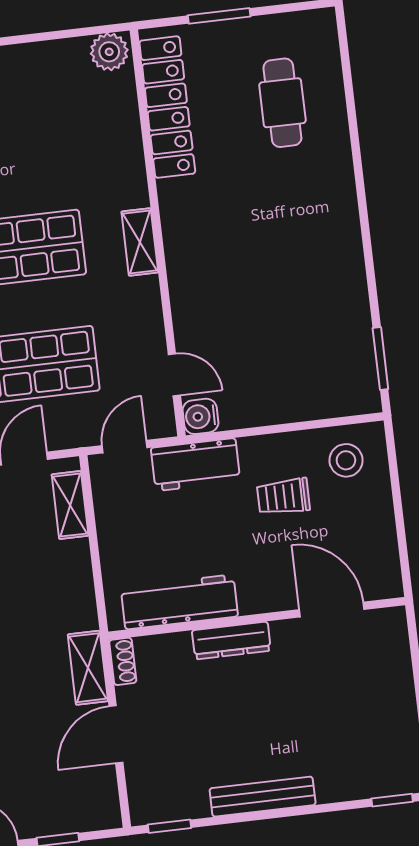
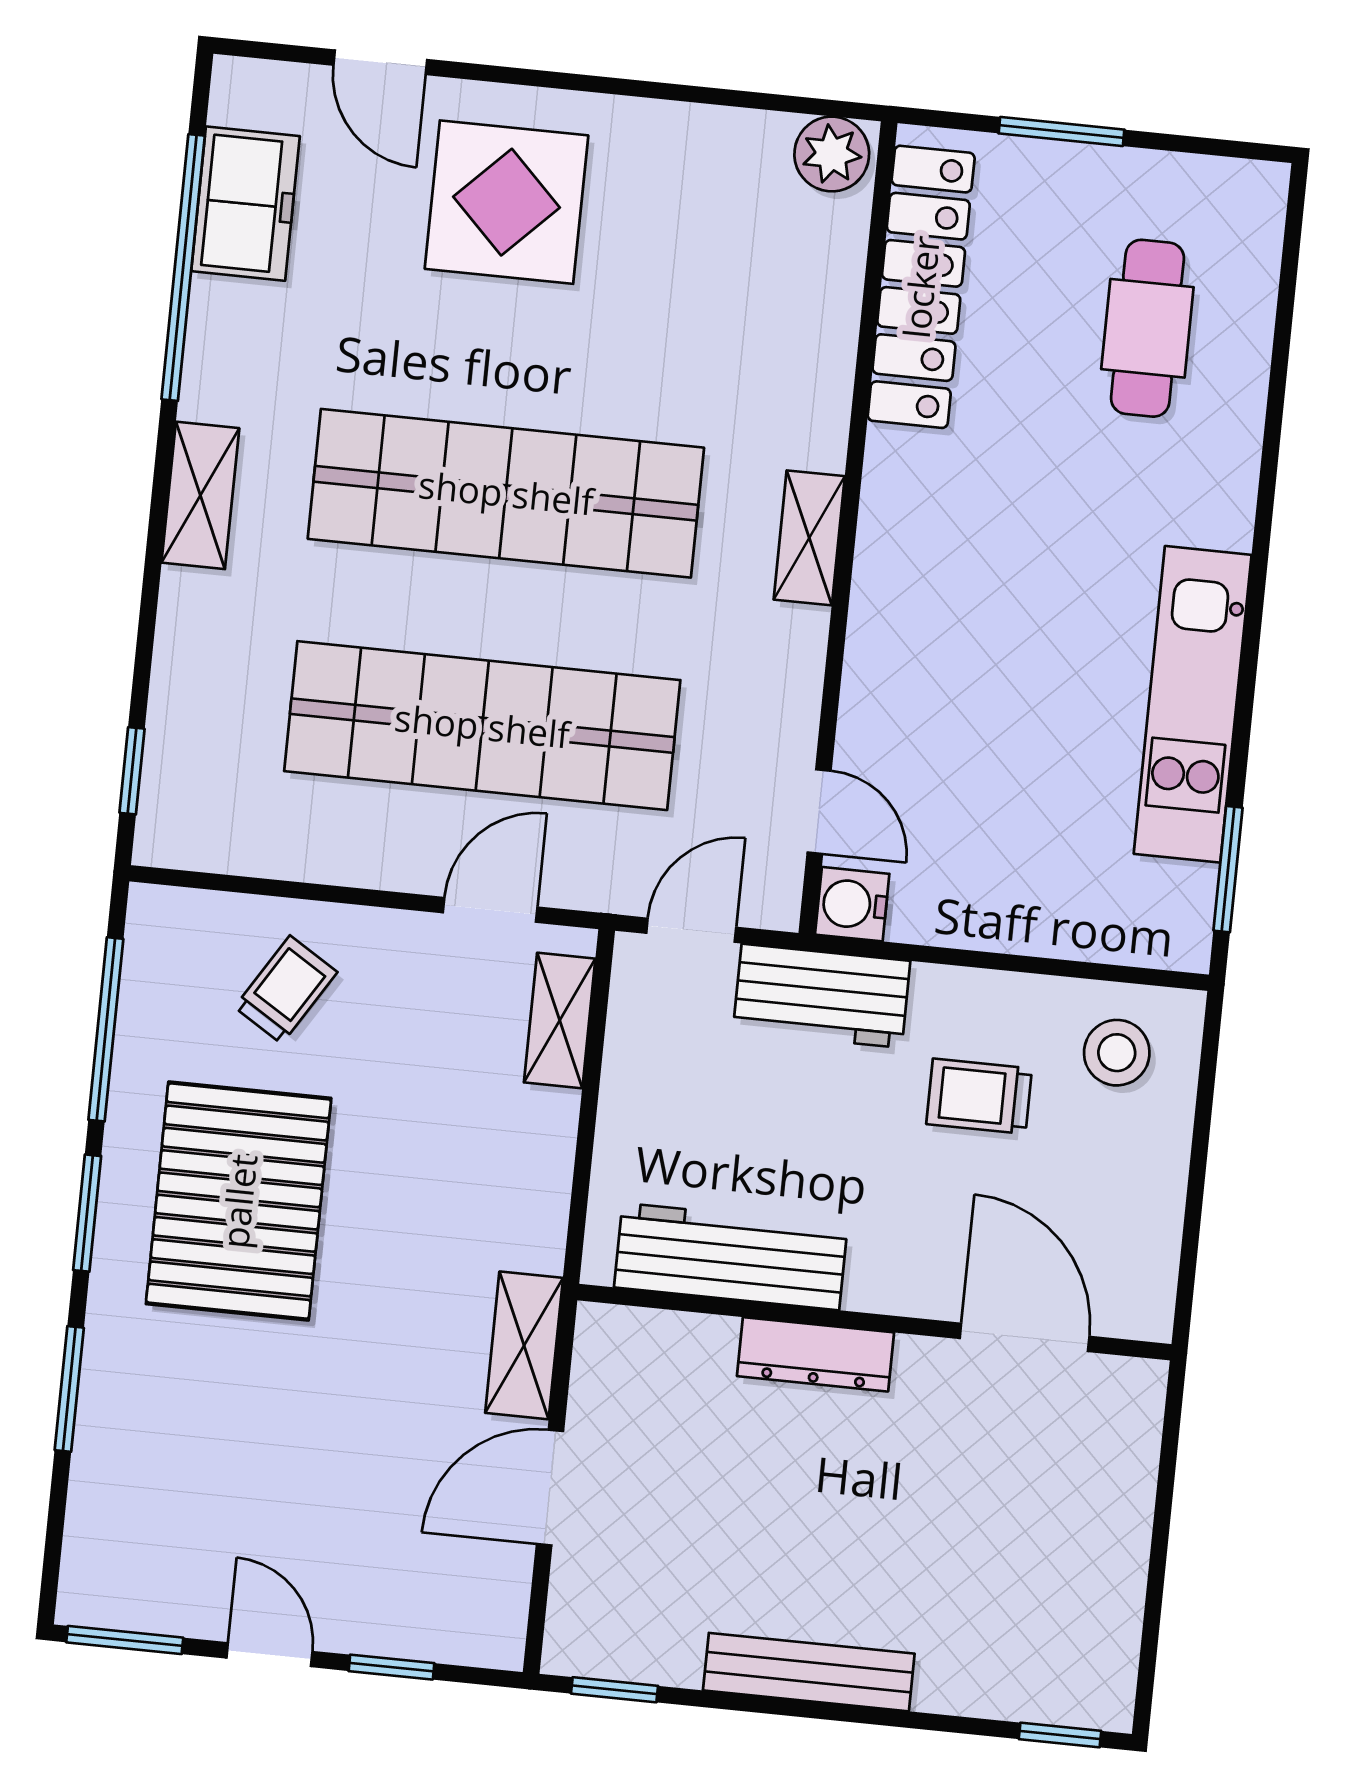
kitchen unit: (345, 282) -> (1193, 704), added
shoe rack: (123, 661) -> (595, 1348), removed

